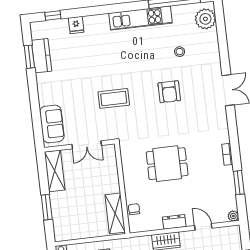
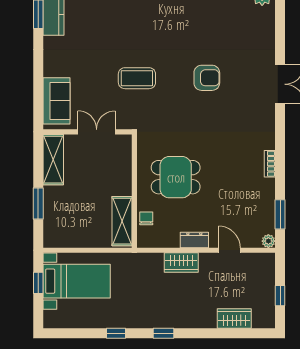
stool: (180, 52) -> (225, 30), removed
armchair: (169, 92) -> (207, 78), turned -90
double door: (87, 145) -> (97, 132), swing flipped
dining table: (167, 164) -> (176, 177), moved
window: (239, 183) -> (280, 214), moved

